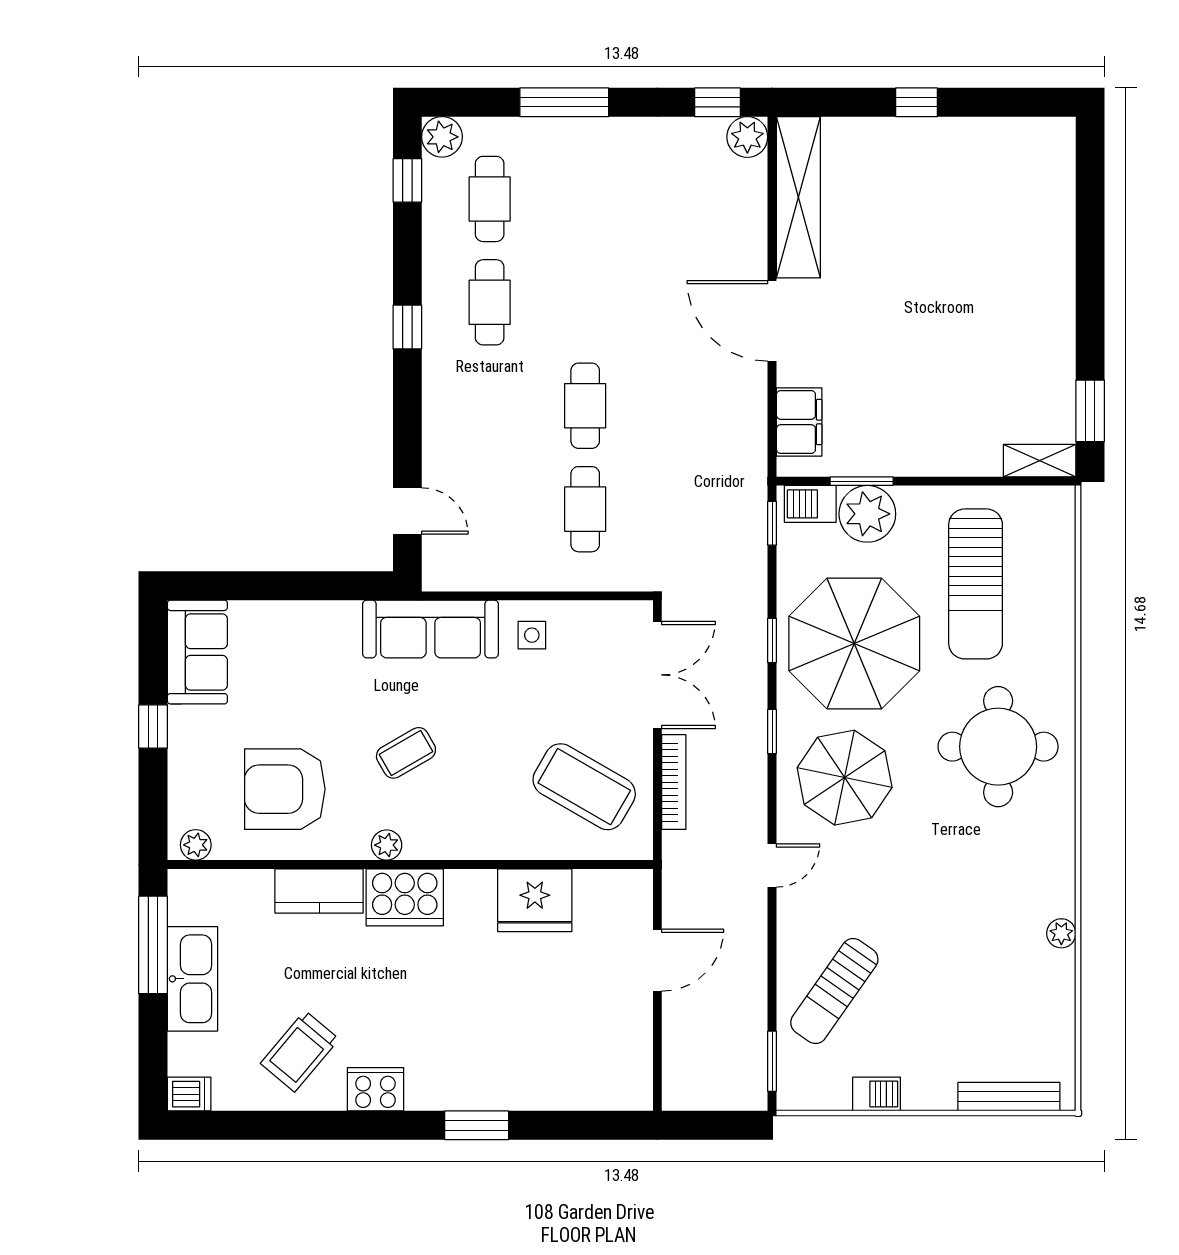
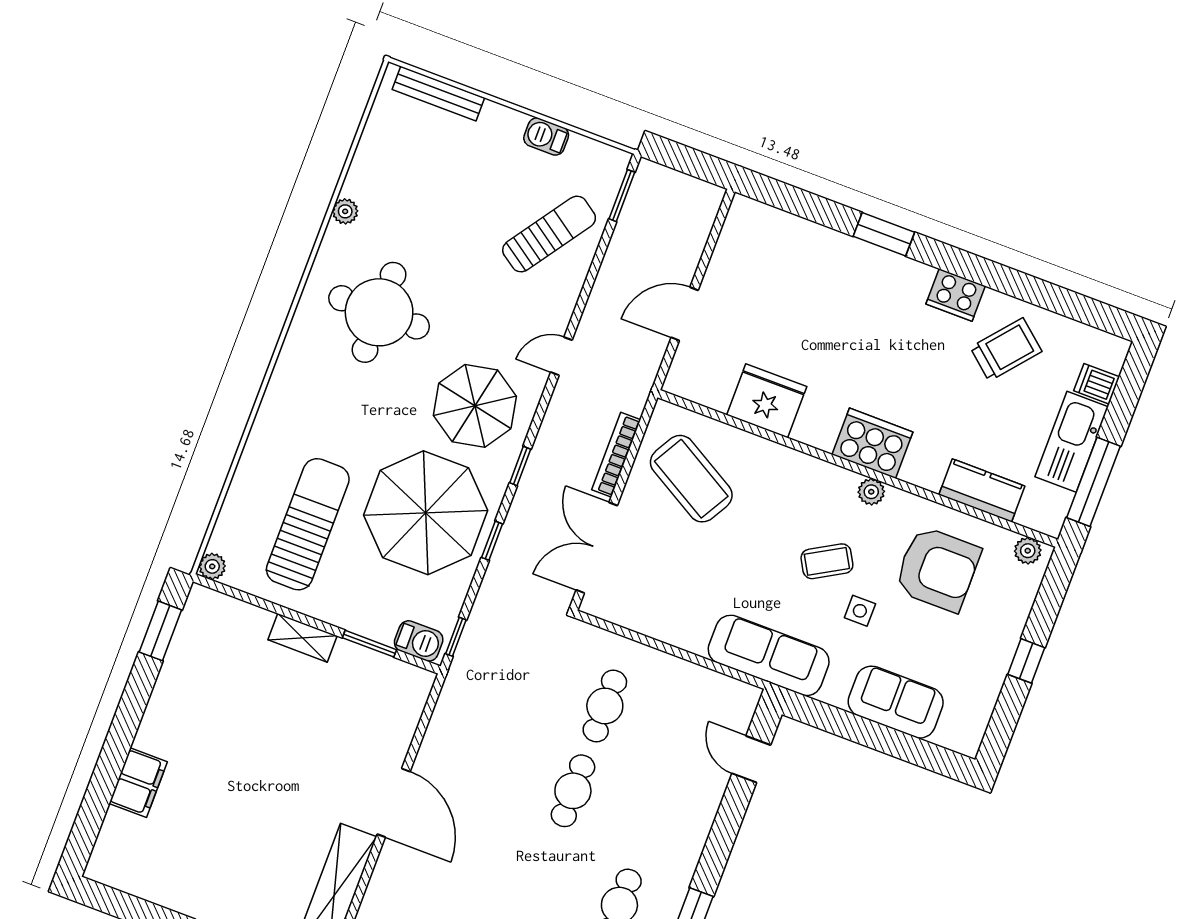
filing cabinet: (799, 422) -> (138, 783), moved, turned 180
shelving: (1040, 461) -> (303, 638), moved
plant: (867, 514) -> (212, 566), moved, width x0.53, depth x0.53
side table: (532, 635) -> (860, 611), moved
sofa: (197, 652) -> (896, 702), moved, turned 90
round table: (998, 747) -> (379, 312), moved
kitchen counter: (319, 891) -> (982, 490), moved
dishwasher: (189, 1094) -> (1097, 384), moved

